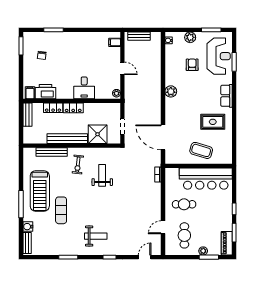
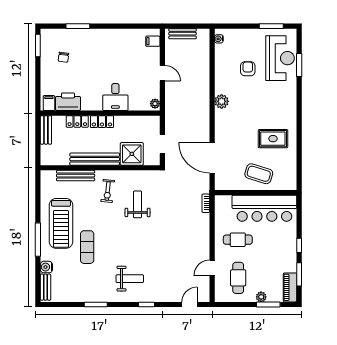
plant: (190, 37) -> (245, 35), removed
row of seats: (226, 96) -> (290, 107), removed

